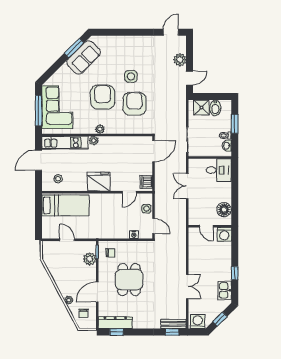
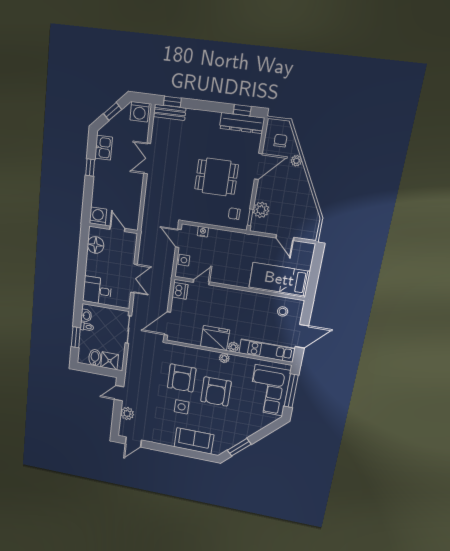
sofa: (84, 57) -> (194, 441), moved, turned 45
fridge: (99, 182) -> (215, 338), moved, turned 180
dining table: (129, 280) -> (216, 177), turned 90

